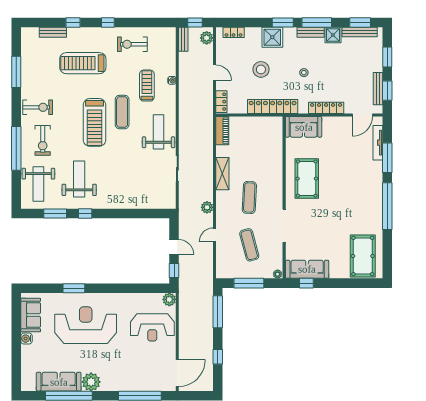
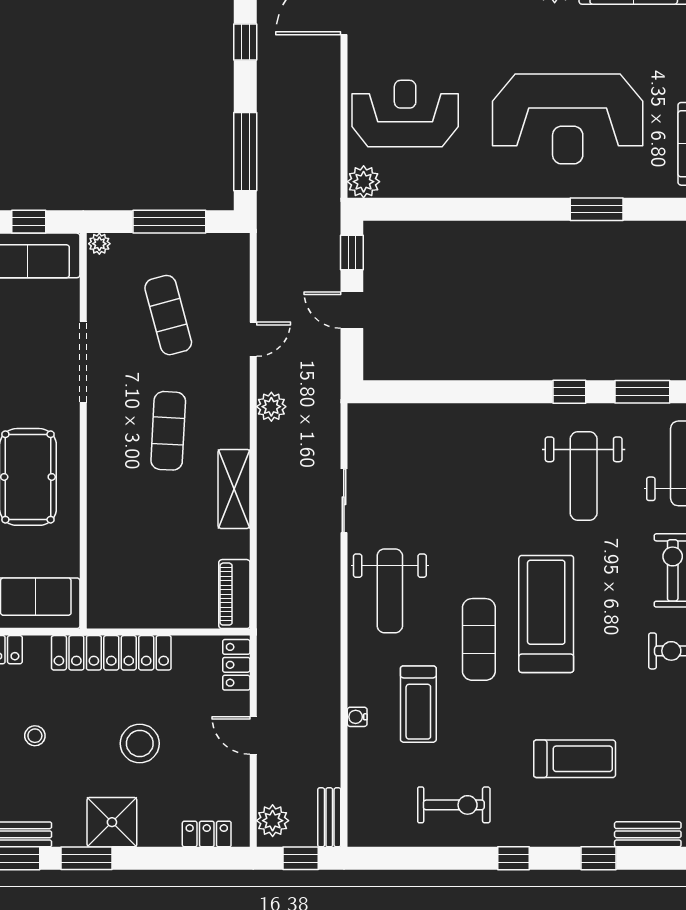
treadmill: (83, 63) -> (575, 759), width x0.73, depth x0.73

